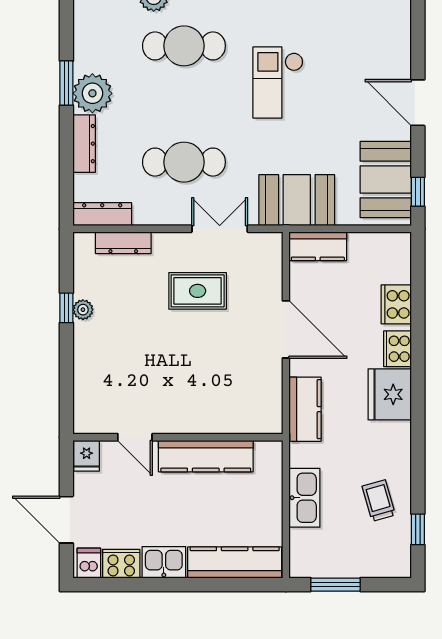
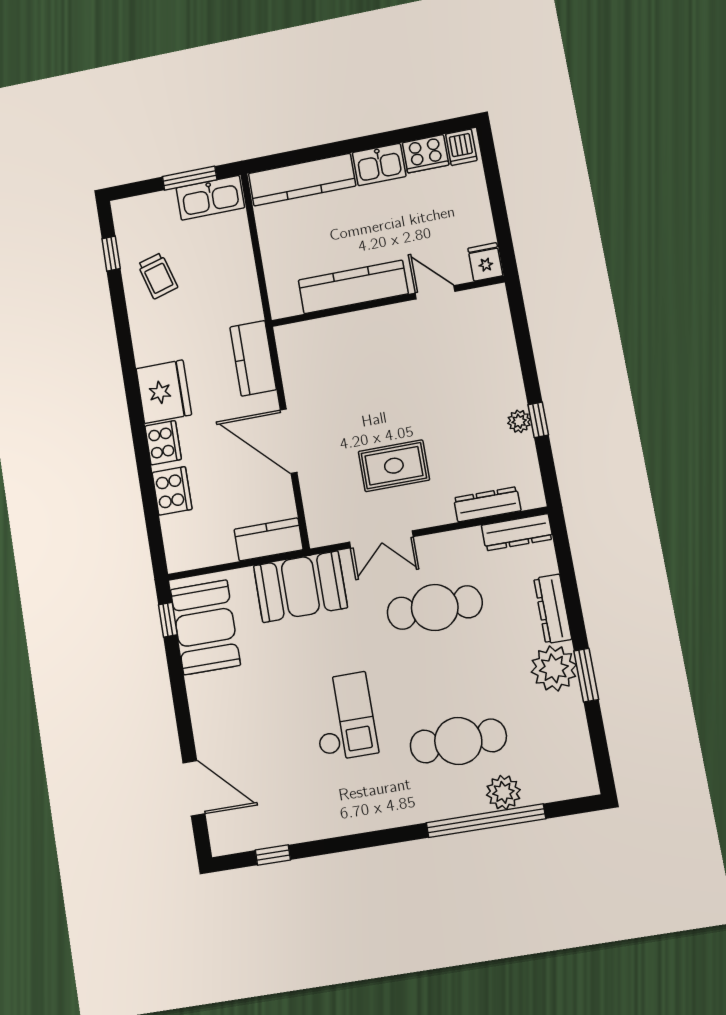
door: (418, 103) -> (194, 788), moved
kitchen sink: (304, 498) -> (210, 198), moved, turned -90
door: (66, 520) -> (495, 189), removed

